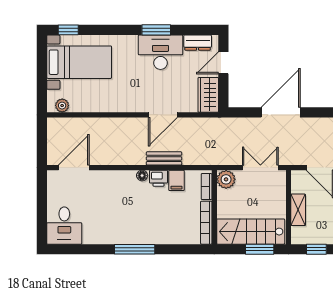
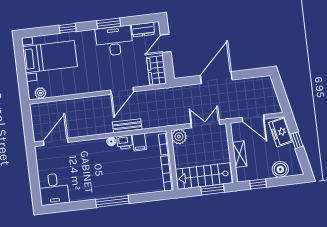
window: (68, 30) -> (68, 28), moved

